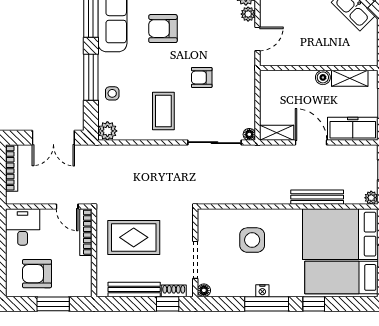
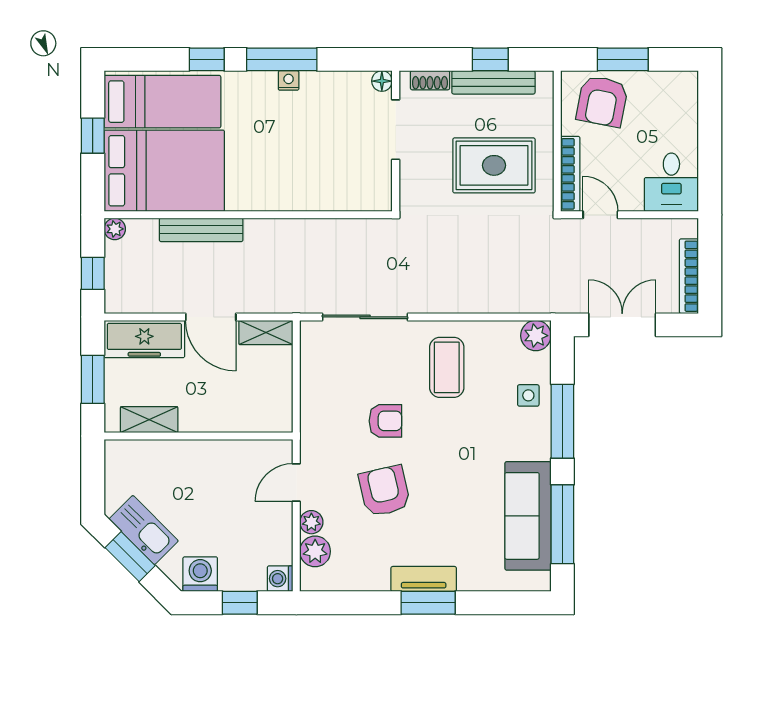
armchair: (163, 29) -> (385, 491), moved, turned -103
boiler: (323, 77) -> (192, 421), removed
floor lamp: (249, 134) -> (309, 330), removed
side table: (252, 240) -> (305, 161), removed
armchair: (37, 274) -> (602, 101), moved, turned 101
window: (168, 304) -> (490, 59), moved

